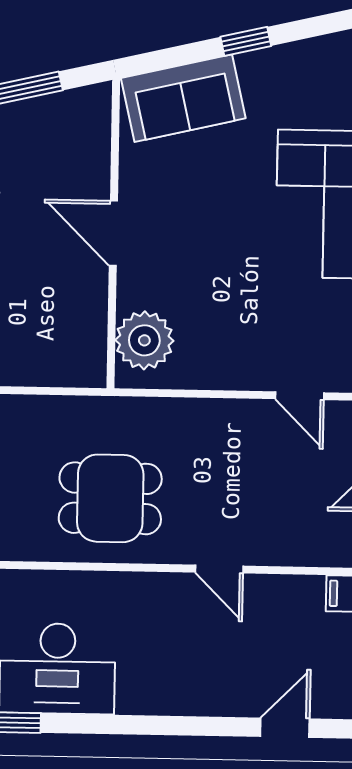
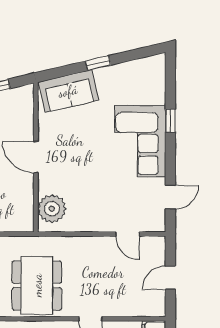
dining table: (110, 498) -> (37, 285), width x1.38

